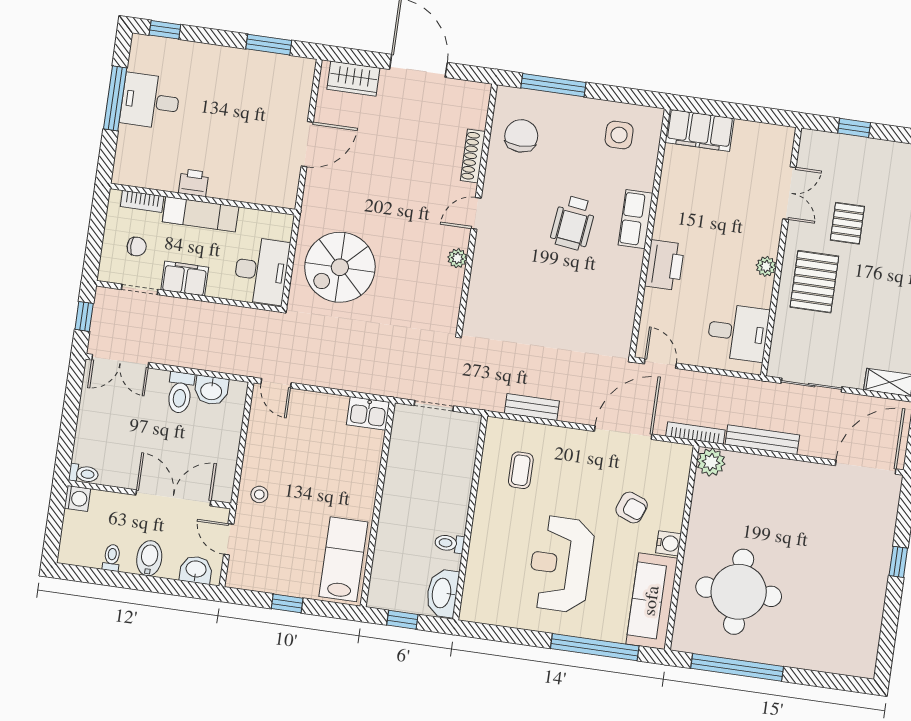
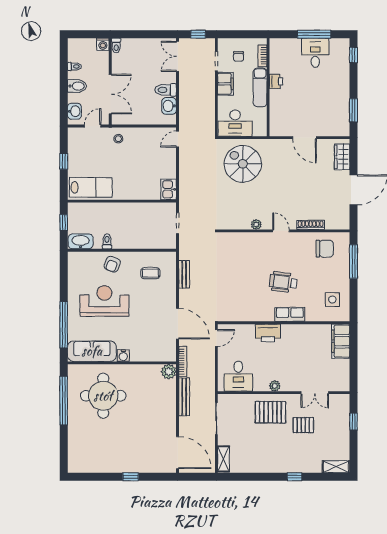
armchair: (632, 508) -> (112, 264), moved

